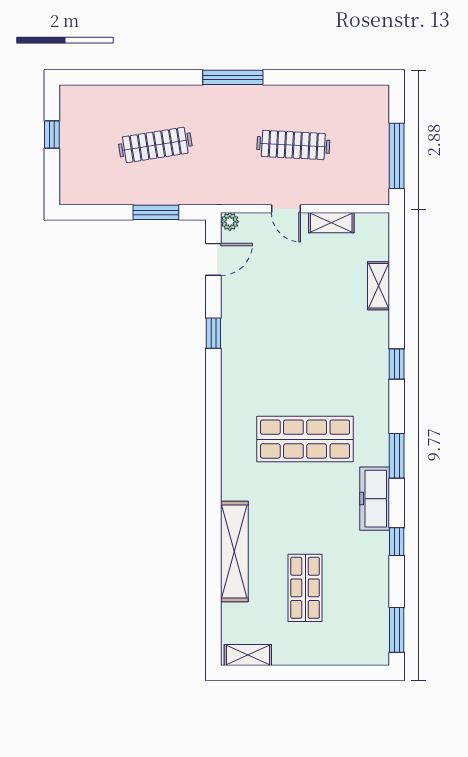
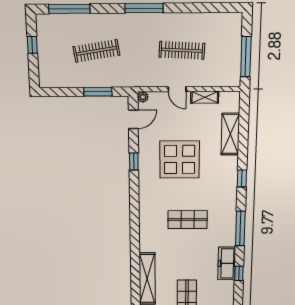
window: (114, 77) -> (69, 9), added
shelving: (379, 286) -> (230, 134), width x1.50, depth x1.33
display table: (291, 330) -> (180, 159), added
shop shelf: (305, 439) -> (188, 220), width x0.70, depth x0.74
window: (397, 456) -> (240, 228), width x1.44
freezer: (375, 499) -> (227, 263), moved

